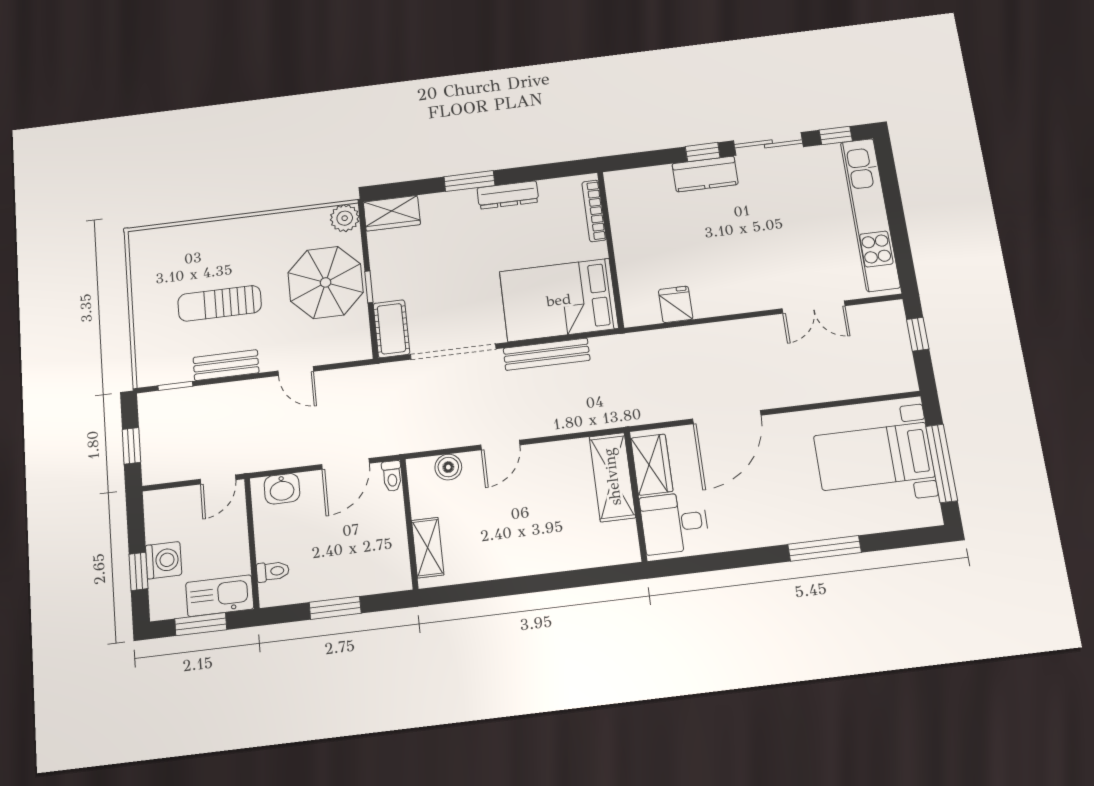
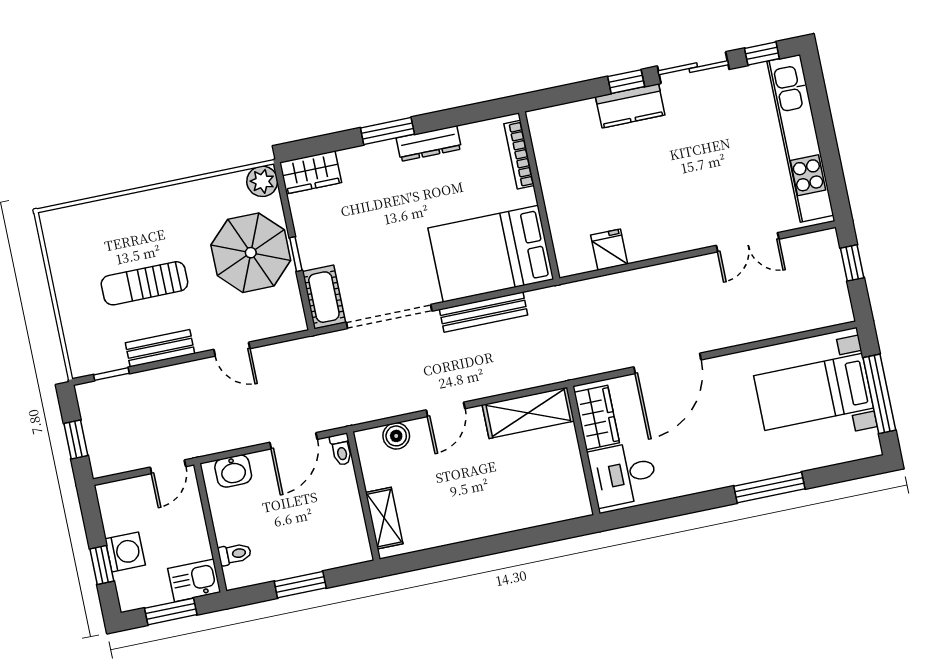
shelving: (612, 477) -> (528, 413), moved, turned 90
kitchen sink: (220, 596) -> (194, 580), width x0.73

